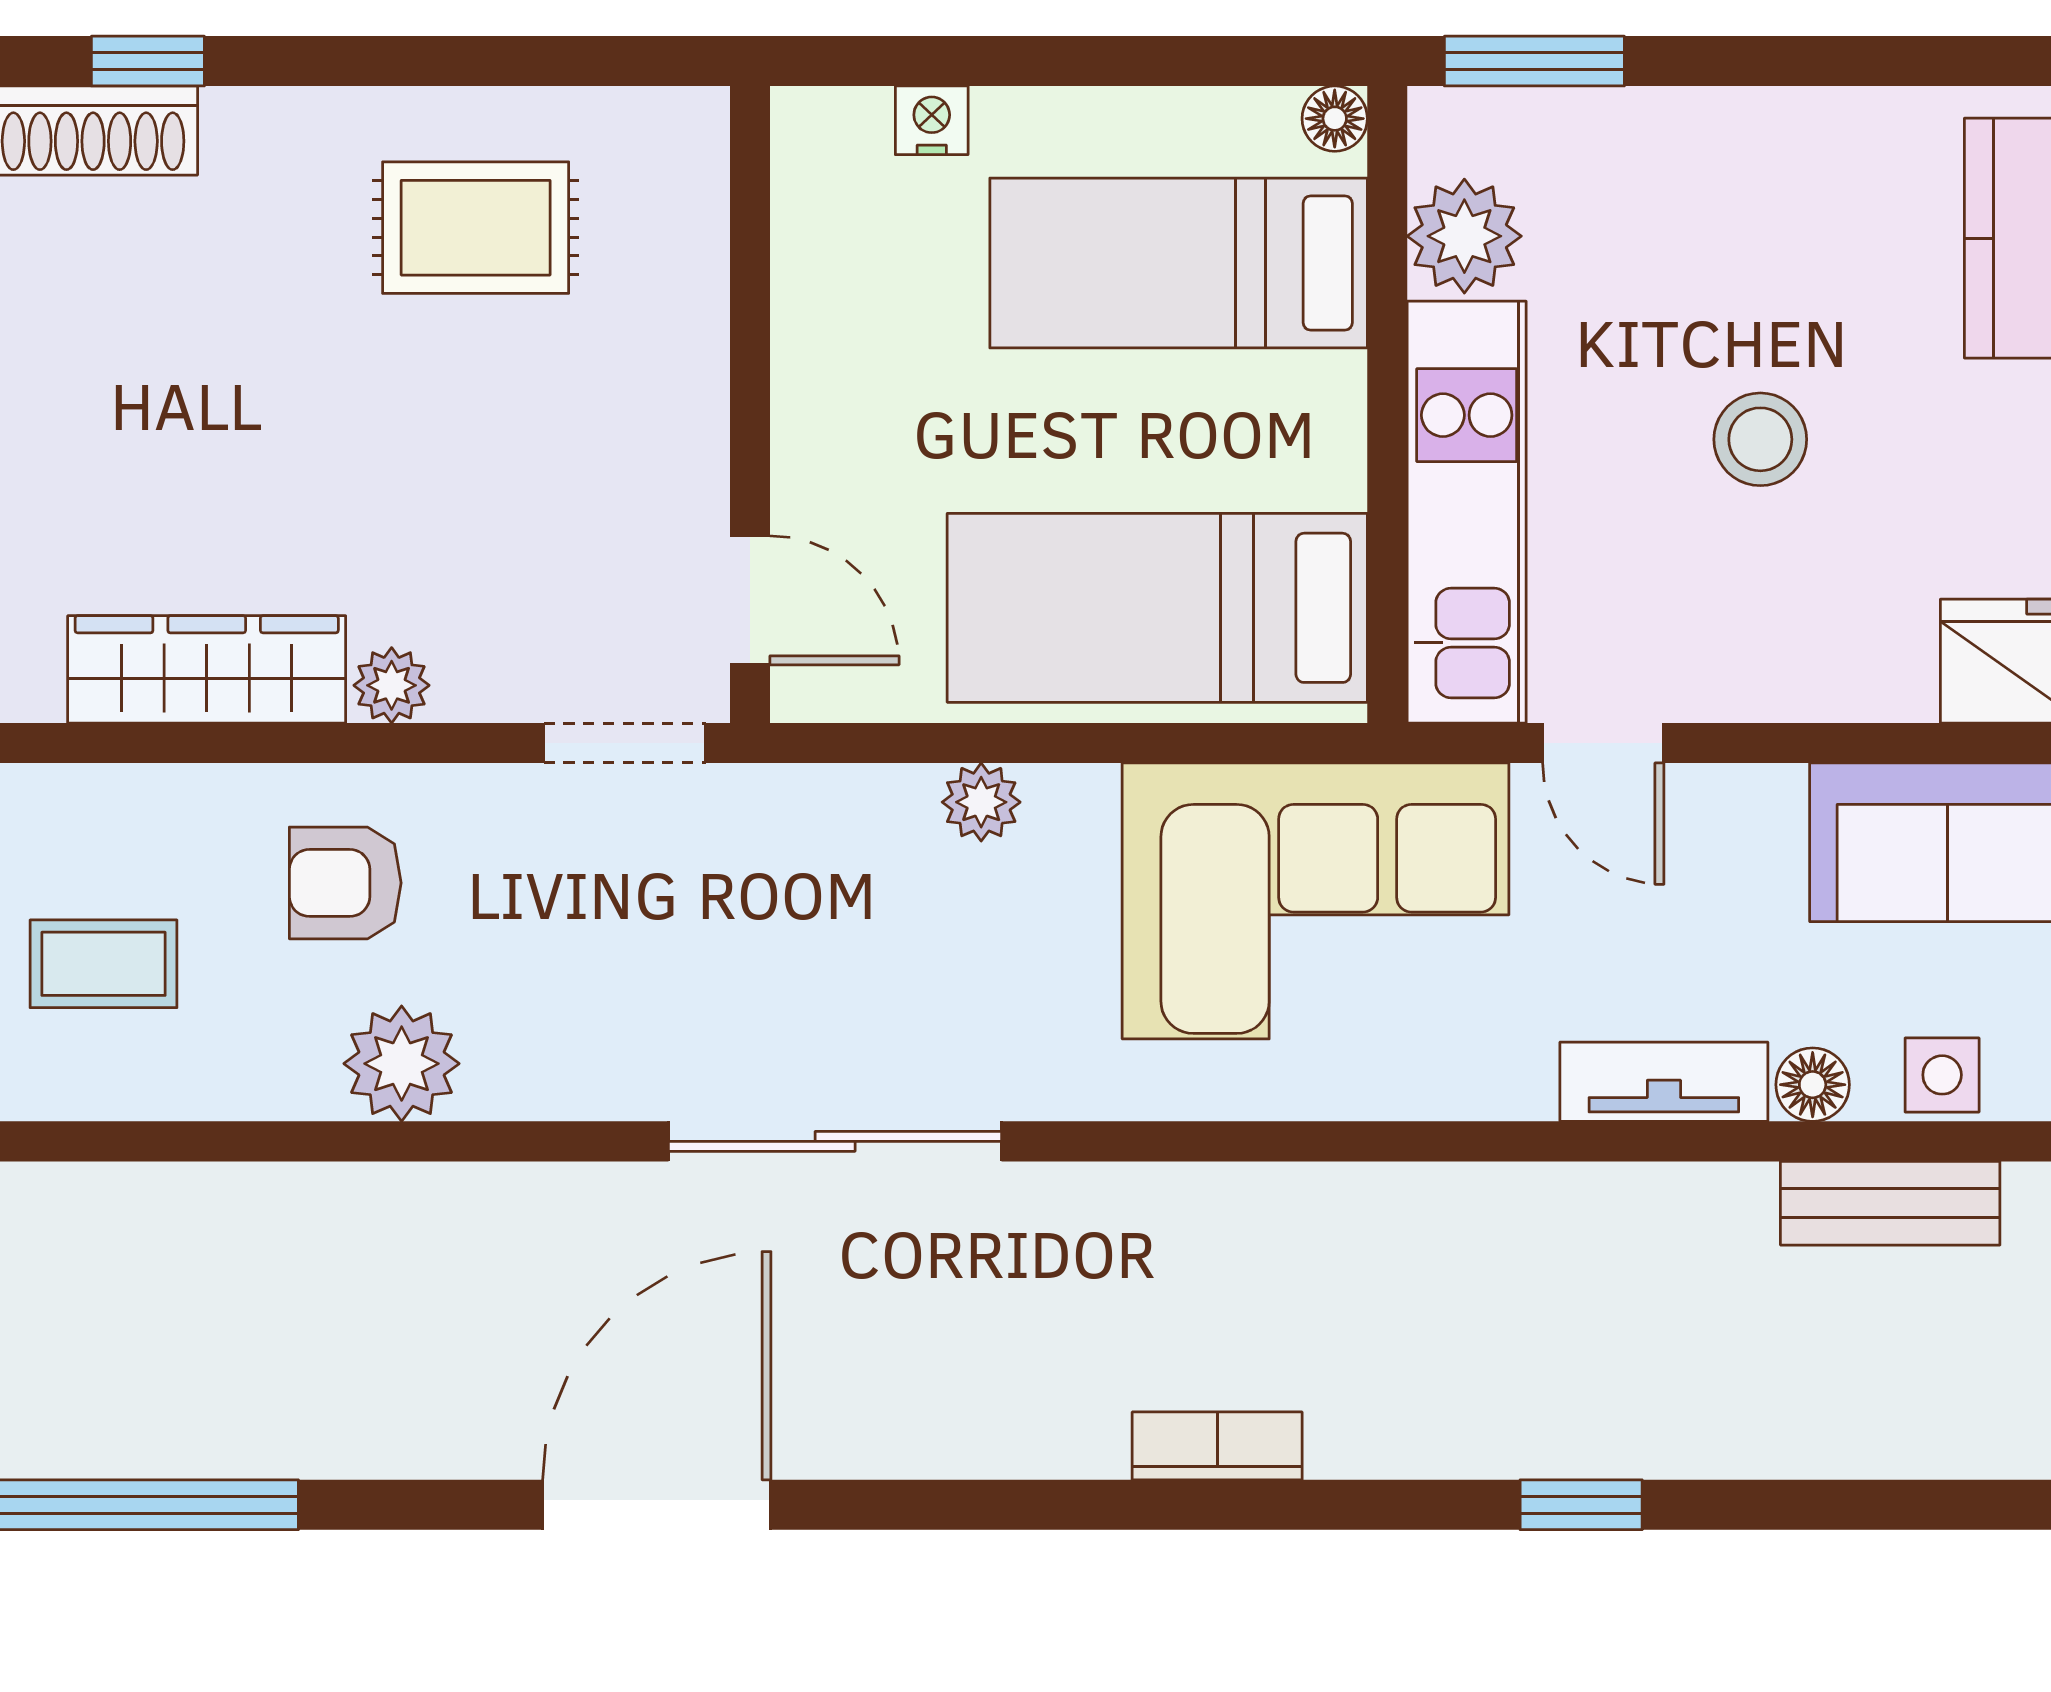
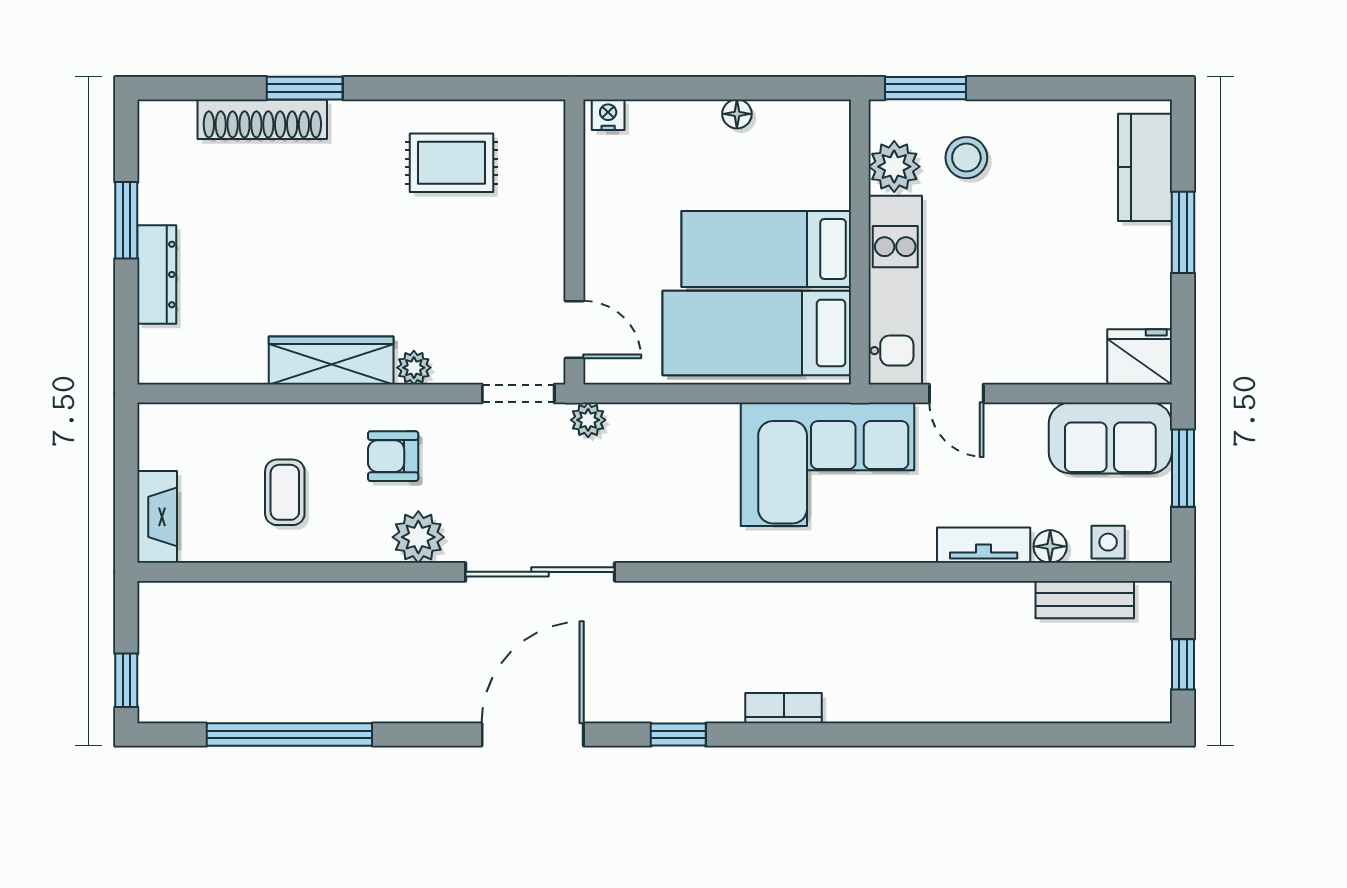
window: (148, 61) -> (305, 88), width x1.50
floor lamp: (1335, 119) -> (737, 114), moved
nightstand: (932, 120) -> (608, 115), moved
bed: (1179, 263) -> (766, 249), moved
stool: (1760, 439) -> (966, 158), moved
plant: (981, 802) -> (588, 420), moved
coffee table: (103, 964) -> (285, 492), turned 90
sliding door: (835, 1141) -> (540, 572), moved
window: (1581, 1505) -> (678, 735), moved

